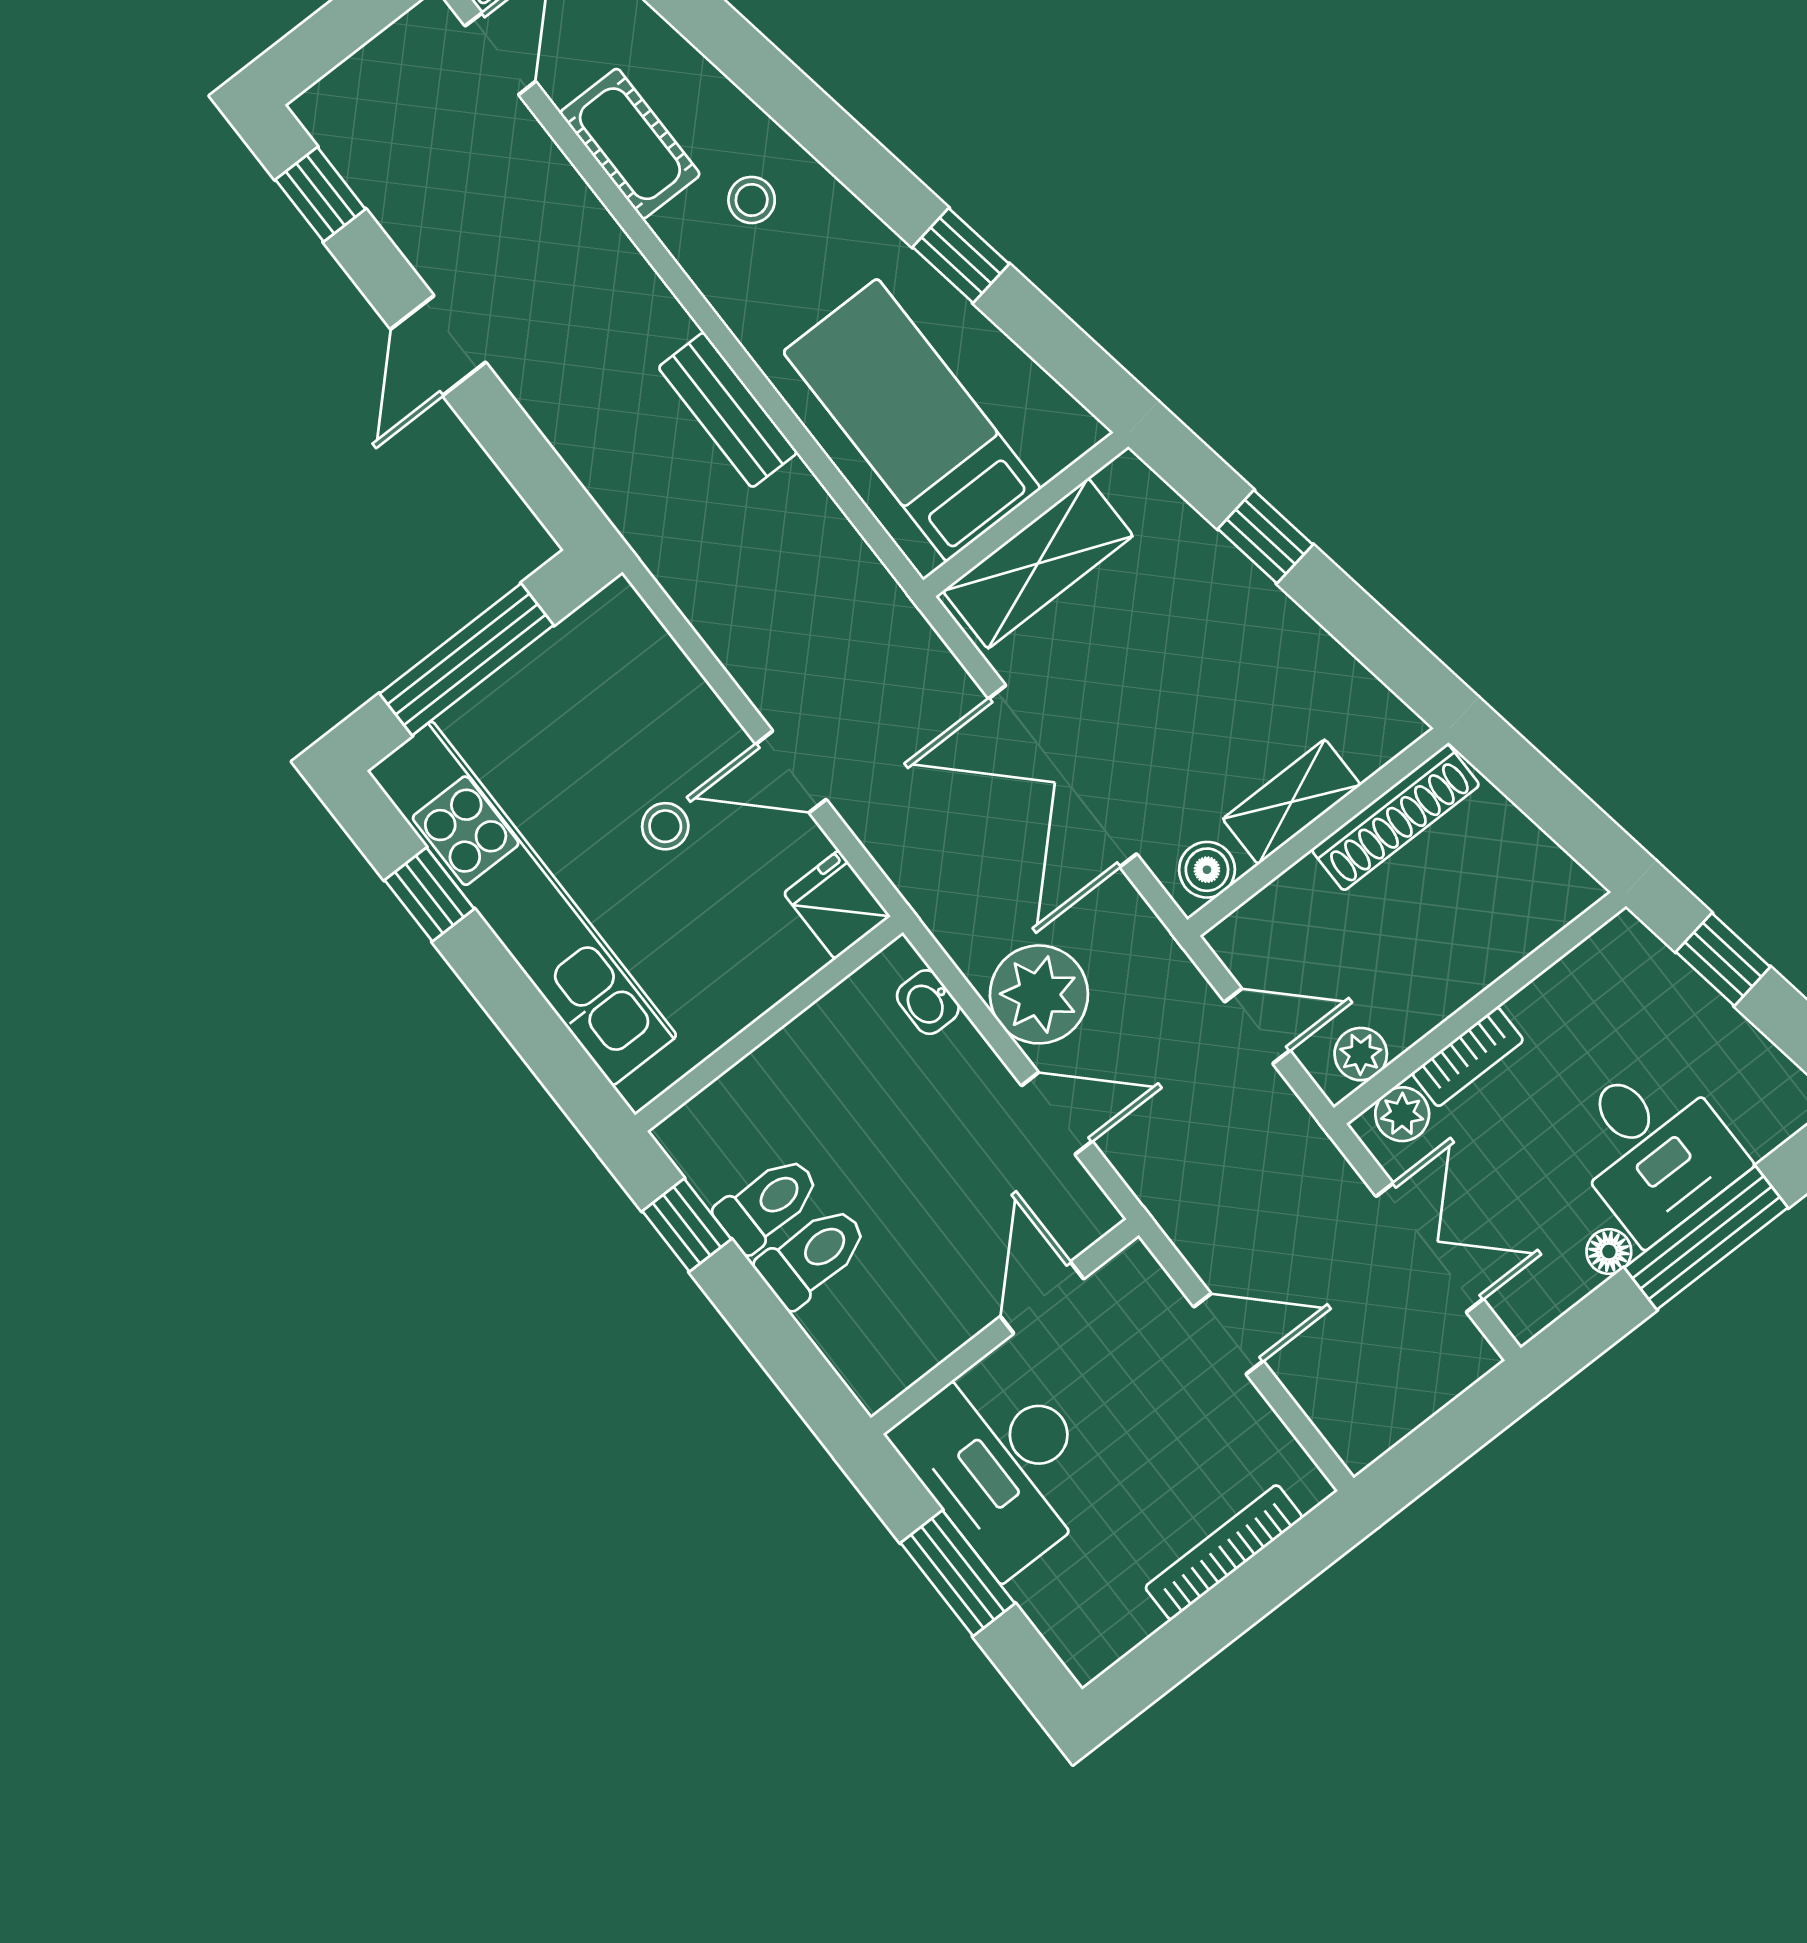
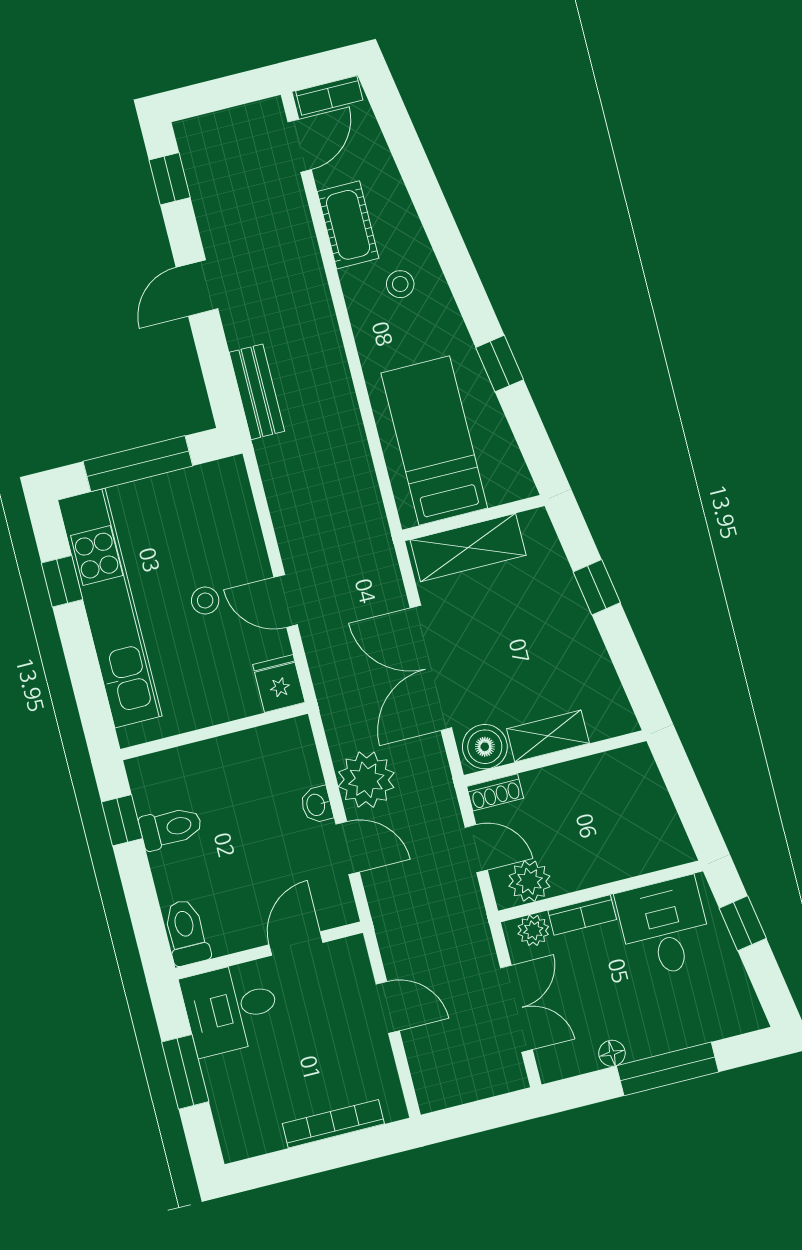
bench: (728, 410) -> (257, 392), moved
shoe rack: (1396, 817) -> (495, 792), moved, width x0.51, depth x0.81
boiler: (1207, 870) -> (485, 747), width x1.36, depth x1.36
washbasin: (928, 1002) -> (317, 805), moved
plant: (1361, 1054) -> (529, 881), width x1.38, depth x1.38
desk: (1653, 1149) -> (664, 927), moved, turned 180
toilet: (813, 1256) -> (186, 932), moved, turned -90
desk: (1002, 1463) -> (231, 1008), width x0.73

